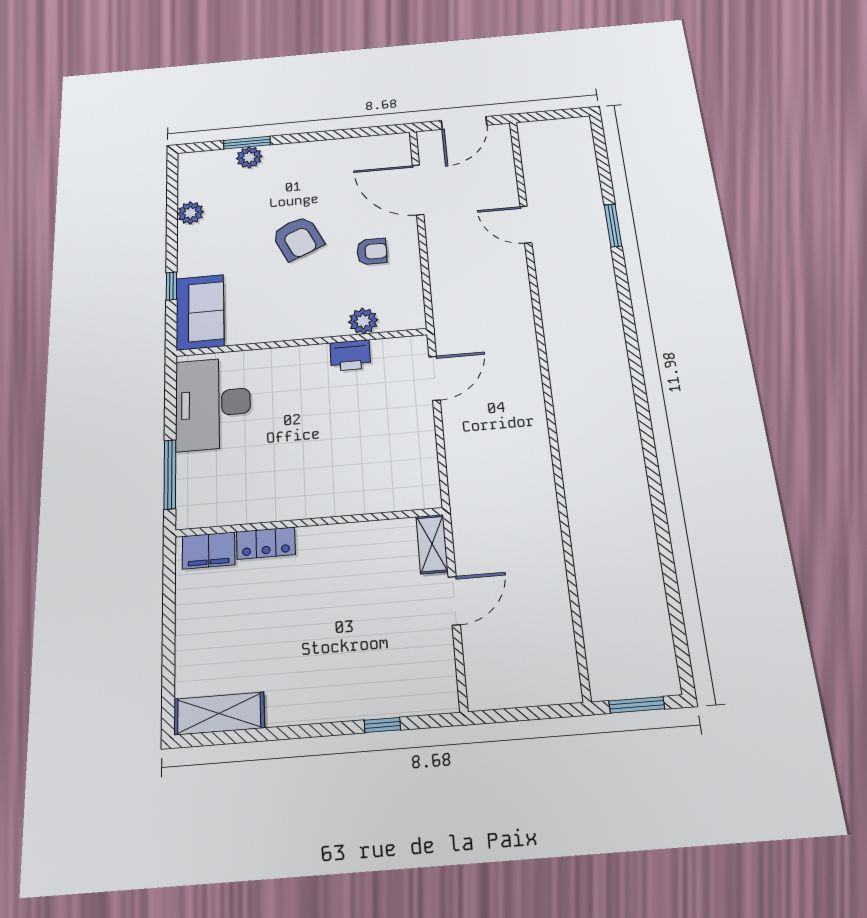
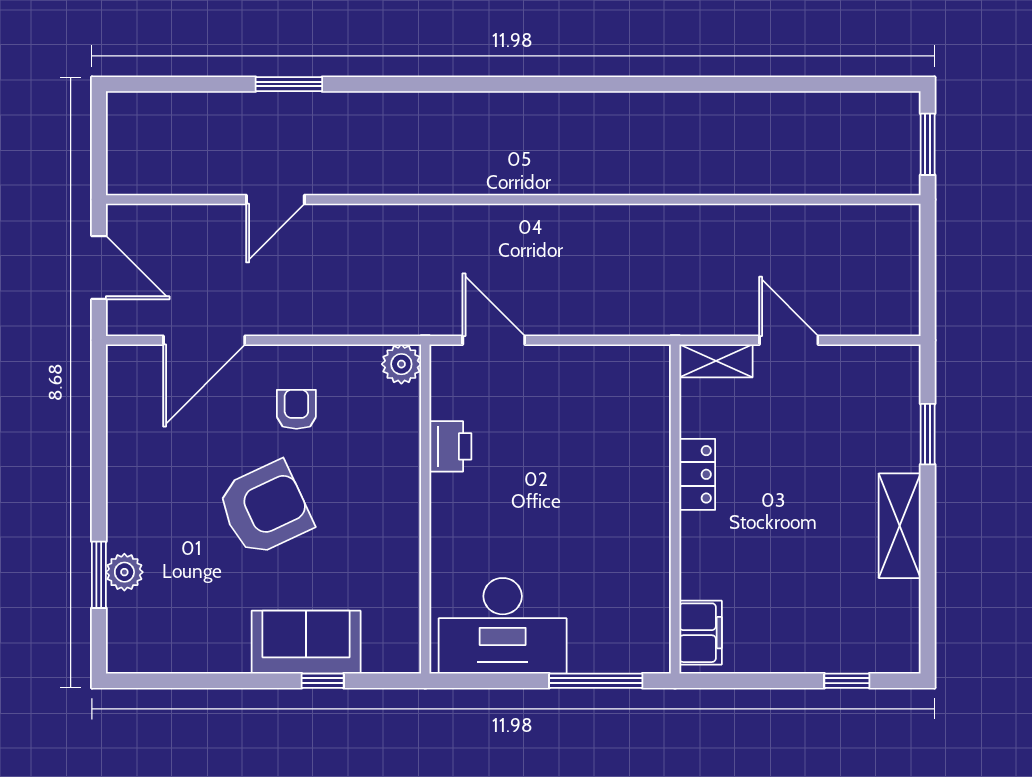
plant: (190, 213) -> (208, 655), removed
armchair: (298, 238) -> (265, 508), width x1.36, depth x1.36
sofa: (200, 312) -> (306, 642), moved
plant: (363, 321) -> (401, 364), moved
locker: (266, 543) -> (697, 474), moved
window: (168, 672) -> (847, 681), added
shelving: (219, 714) -> (900, 526), moved
window: (382, 725) -> (928, 434), width x1.50

